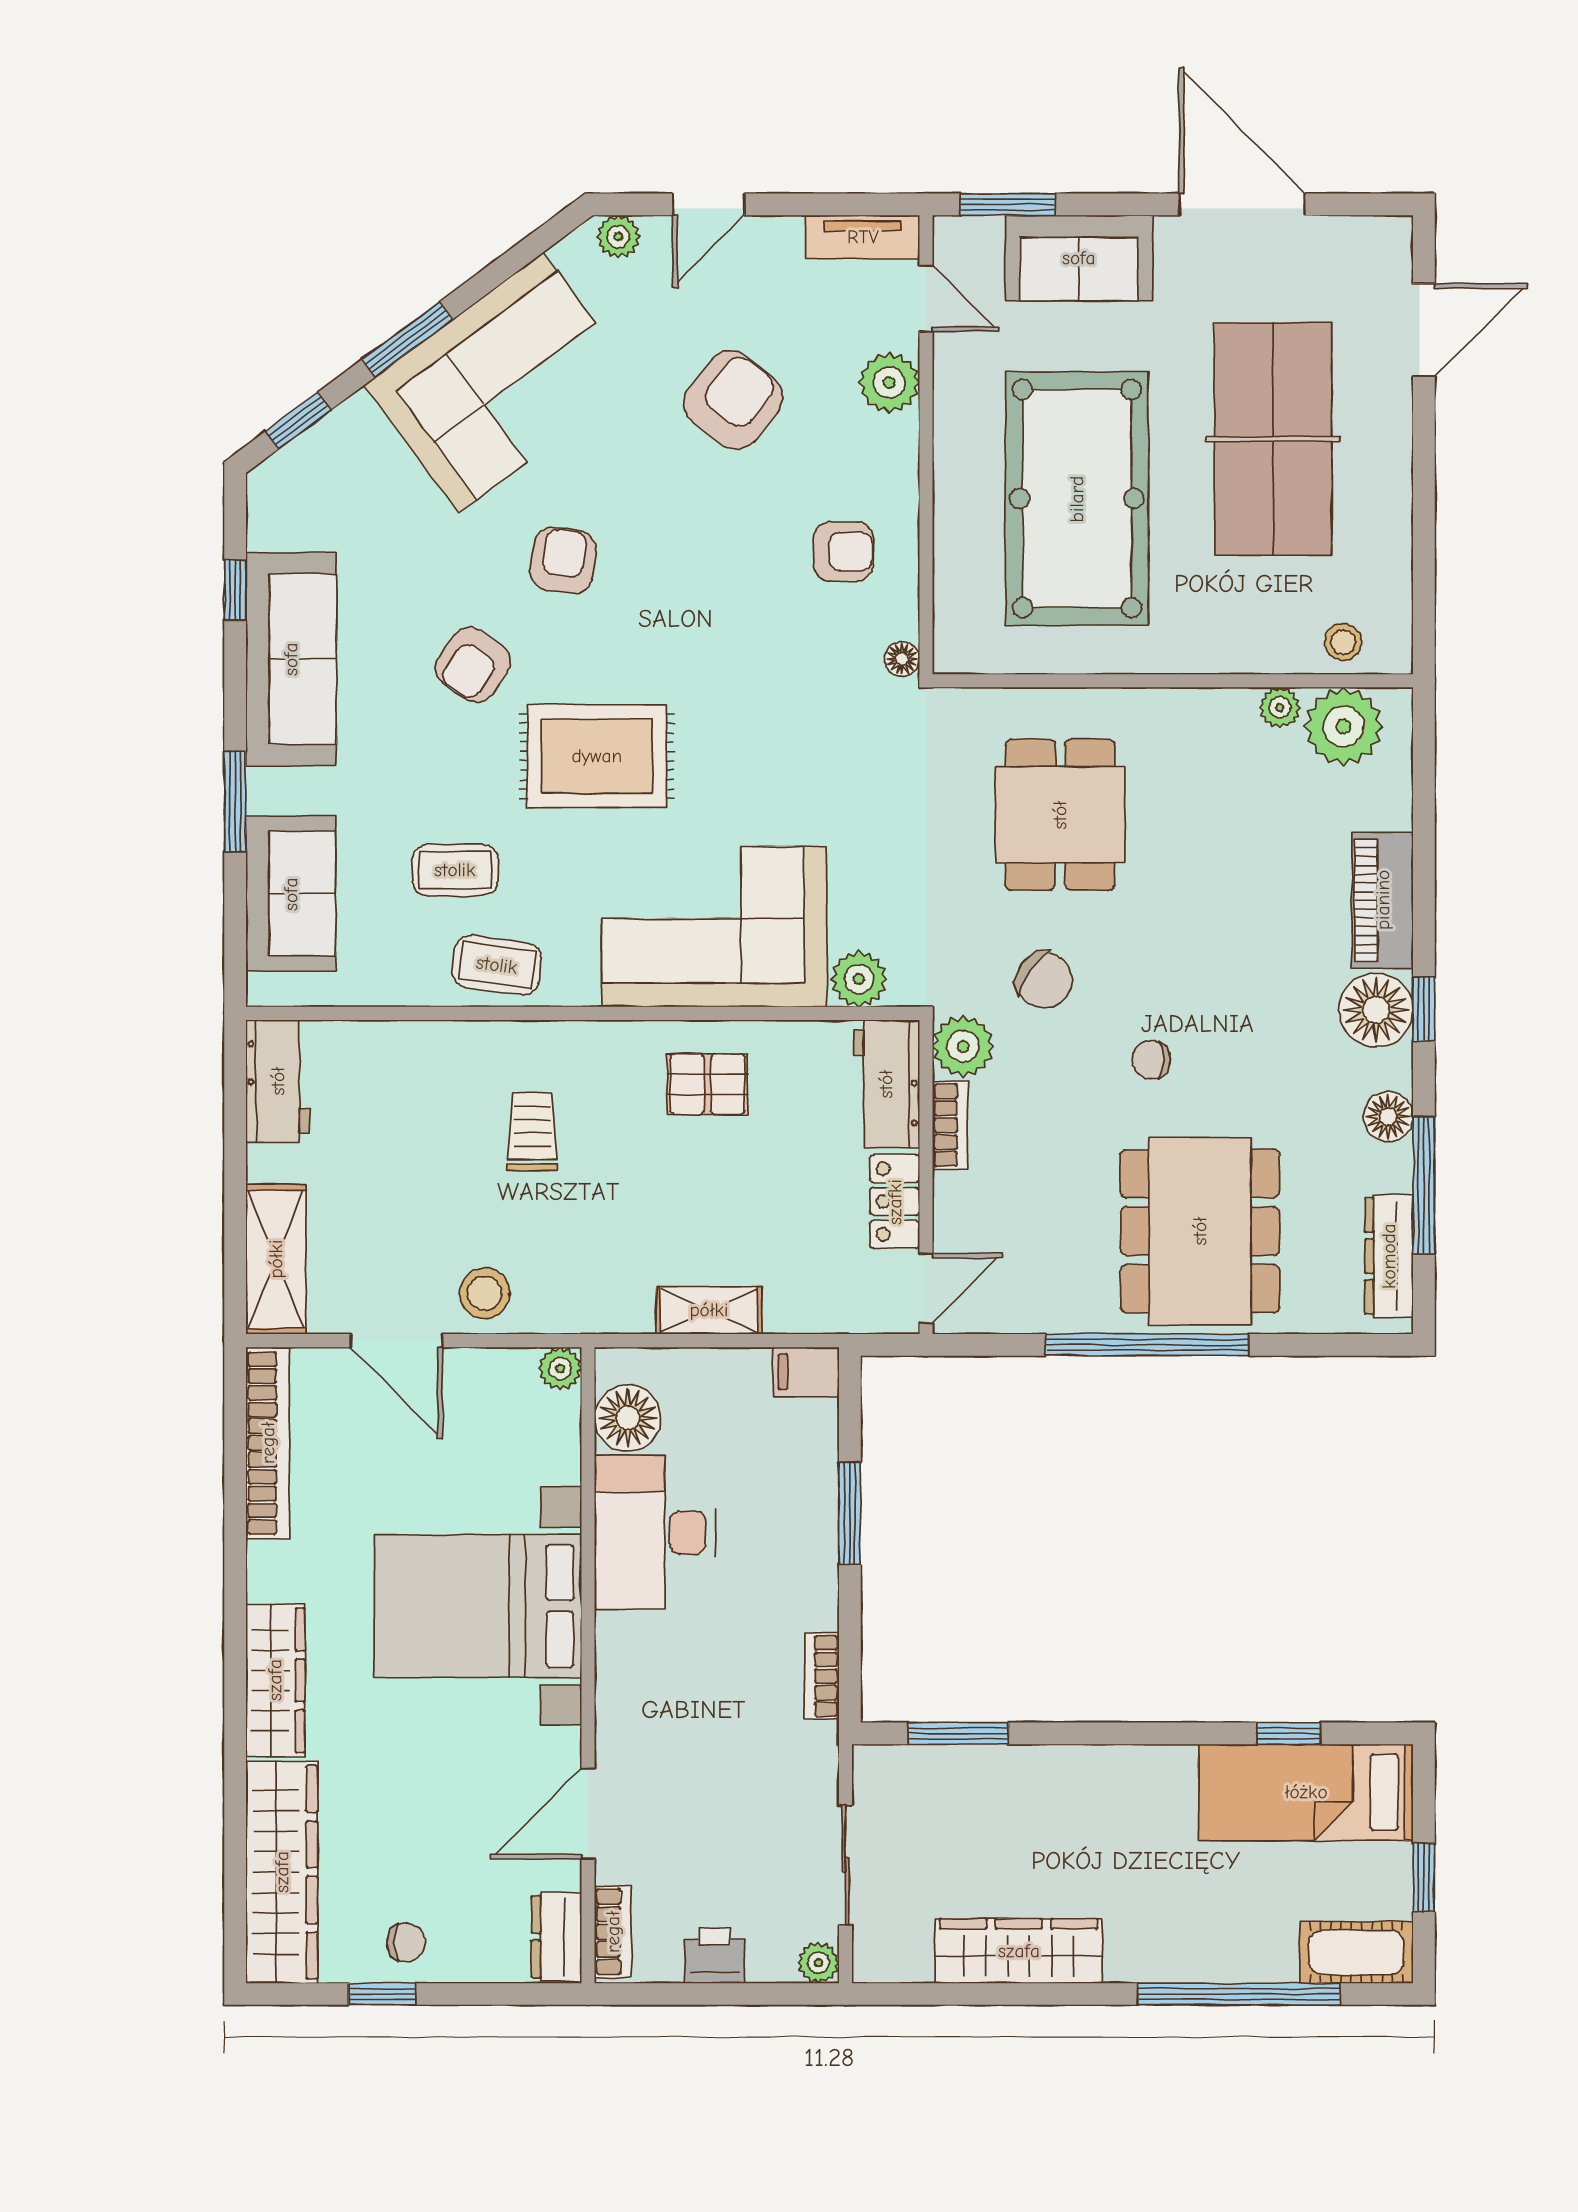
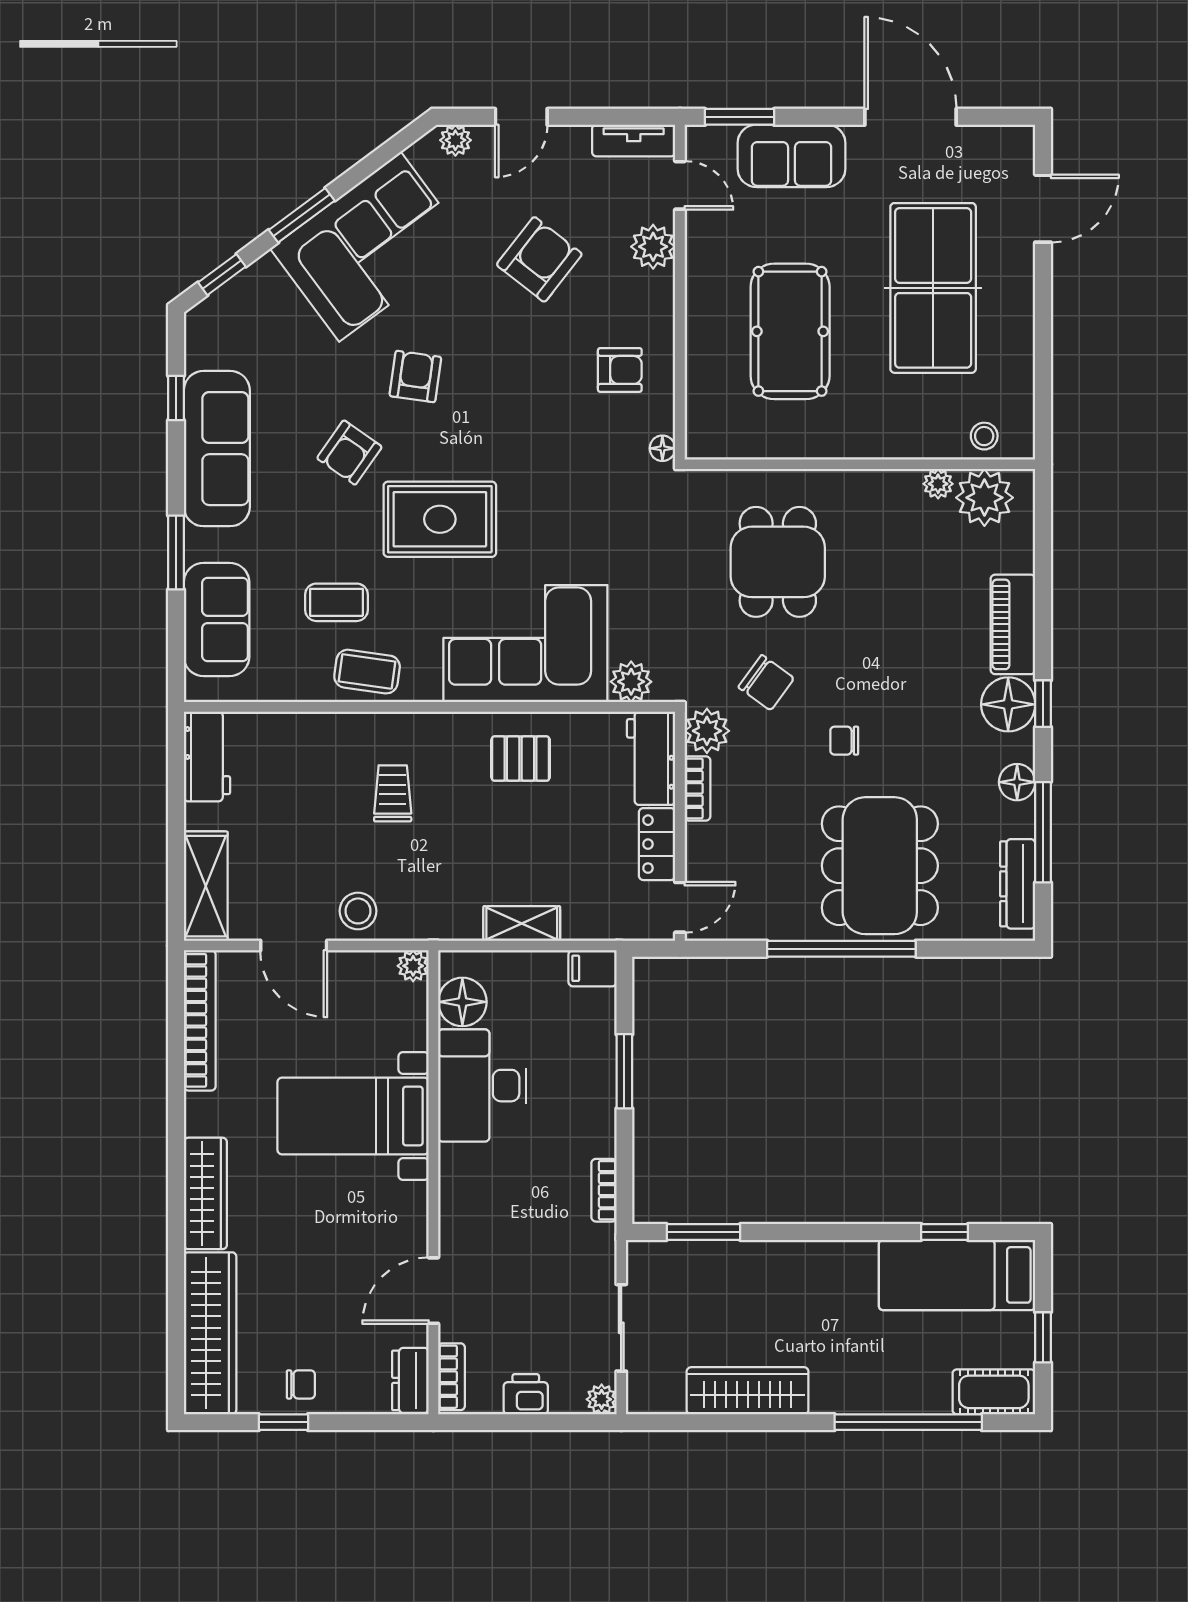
pool table: (1077, 499) -> (790, 331), width x0.73, depth x0.76
bed with nightstands: (478, 1606) -> (353, 1116), width x0.73

